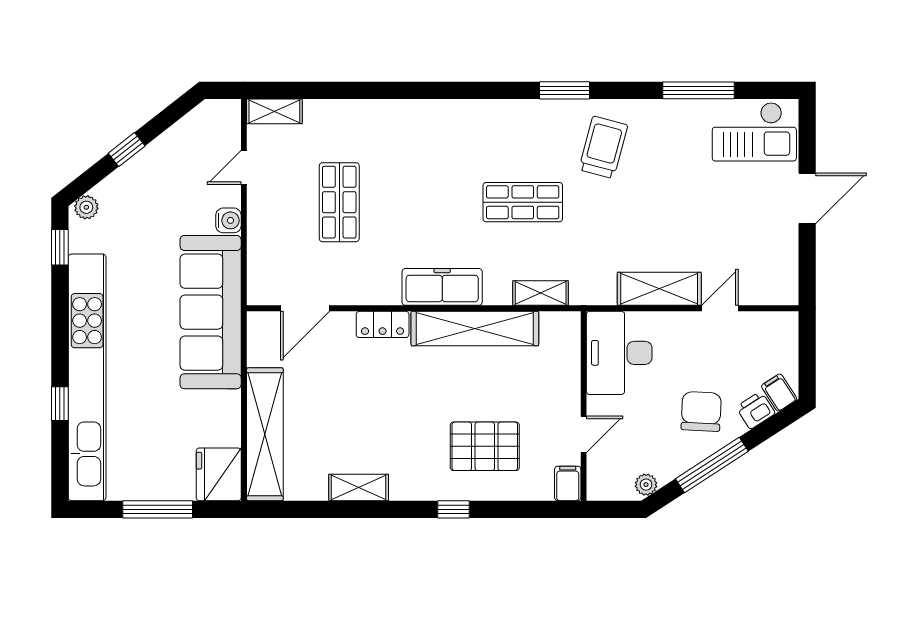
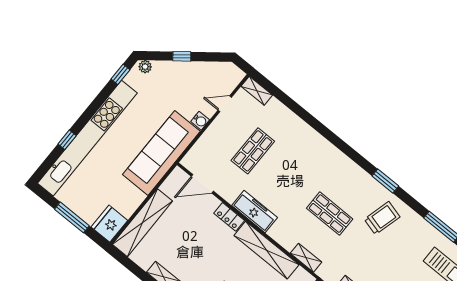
freezer: (442, 287) -> (255, 211), moved

